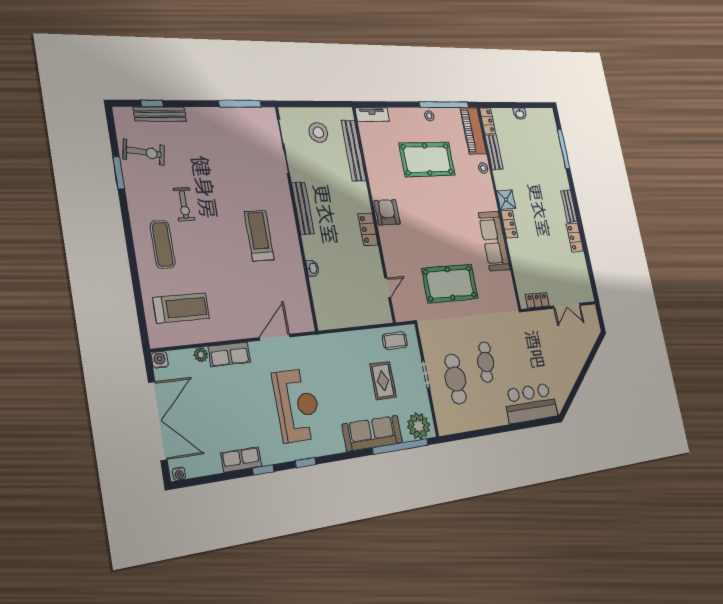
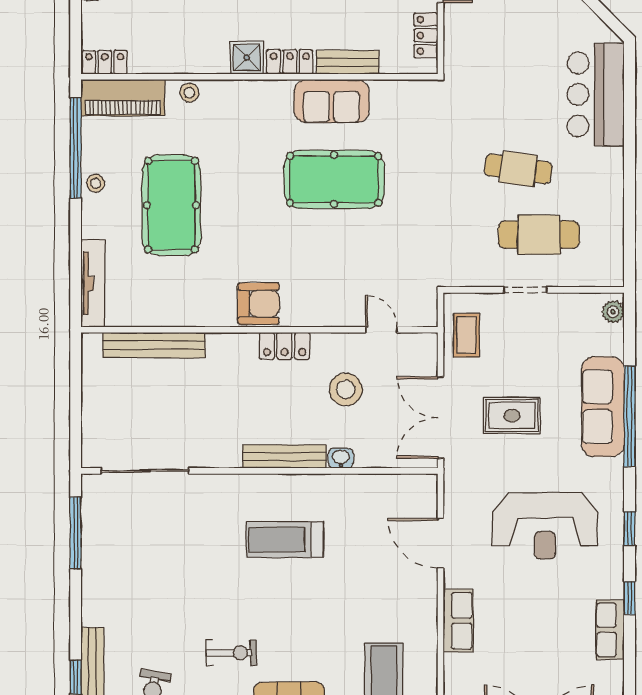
tv unit: (372, 114) -> (93, 283), width x1.41
stool: (318, 132) -> (346, 389), moved
bench: (494, 152) -> (348, 62), moved
bench: (303, 208) -> (285, 457), moved
armchair: (387, 212) -> (258, 304), turned 180
sofa: (494, 241) -> (331, 101), width x0.73
pool table: (450, 283) -> (334, 179), moved, turned 90
double door: (347, 329) -> (440, 418), added
plant: (201, 355) -> (454, 665), removed
rug: (383, 381) -> (512, 416), moved
reception desk: (297, 405) -> (545, 526), turned 180
plant: (419, 426) -> (613, 312), width x0.53, depth x0.53
window: (401, 446) -> (630, 416), moved

